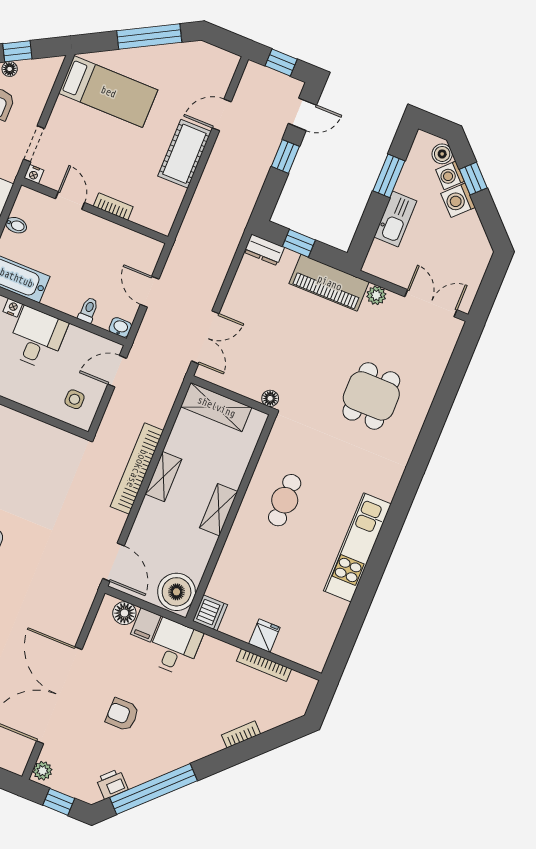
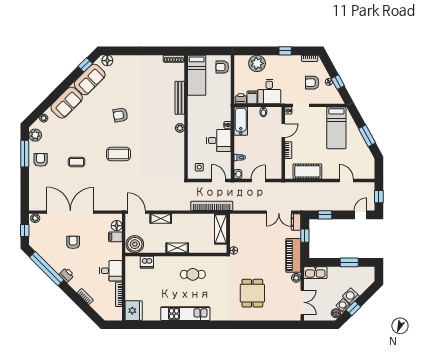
window: (149, 37) -> (367, 136), width x0.69
door: (302, 114) -> (361, 215), swing flipped
cot: (184, 154) -> (307, 171), moved
boiler: (442, 154) -> (336, 313), moved
window: (285, 156) -> (325, 215), moved
washing machine: (450, 175) -> (343, 305), moved
window: (473, 179) -> (353, 308), moved
kitchen sink: (395, 219) -> (315, 273), moved
double door: (205, 337) -> (279, 212), moved
dining table: (371, 396) -> (252, 293), turned 90
bookcase: (137, 468) -> (212, 206), moved
shelving: (163, 477) -> (161, 219), moved
door: (114, 562) -> (137, 212), swing flipped
dishwasher: (210, 613) -> (147, 262), moved
fridge: (264, 636) -> (134, 311), moved, width x1.88, depth x1.34
desk: (174, 647) -> (111, 271), moved
printer: (112, 784) -> (67, 275), moved

